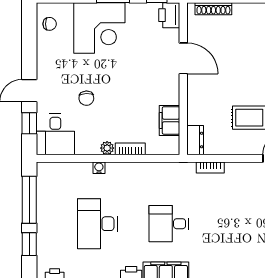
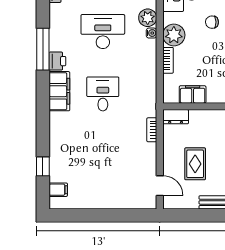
plant: (107, 148) -> (174, 35), width x1.87, depth x1.87
plant: (81, 172) -> (148, 18), added

